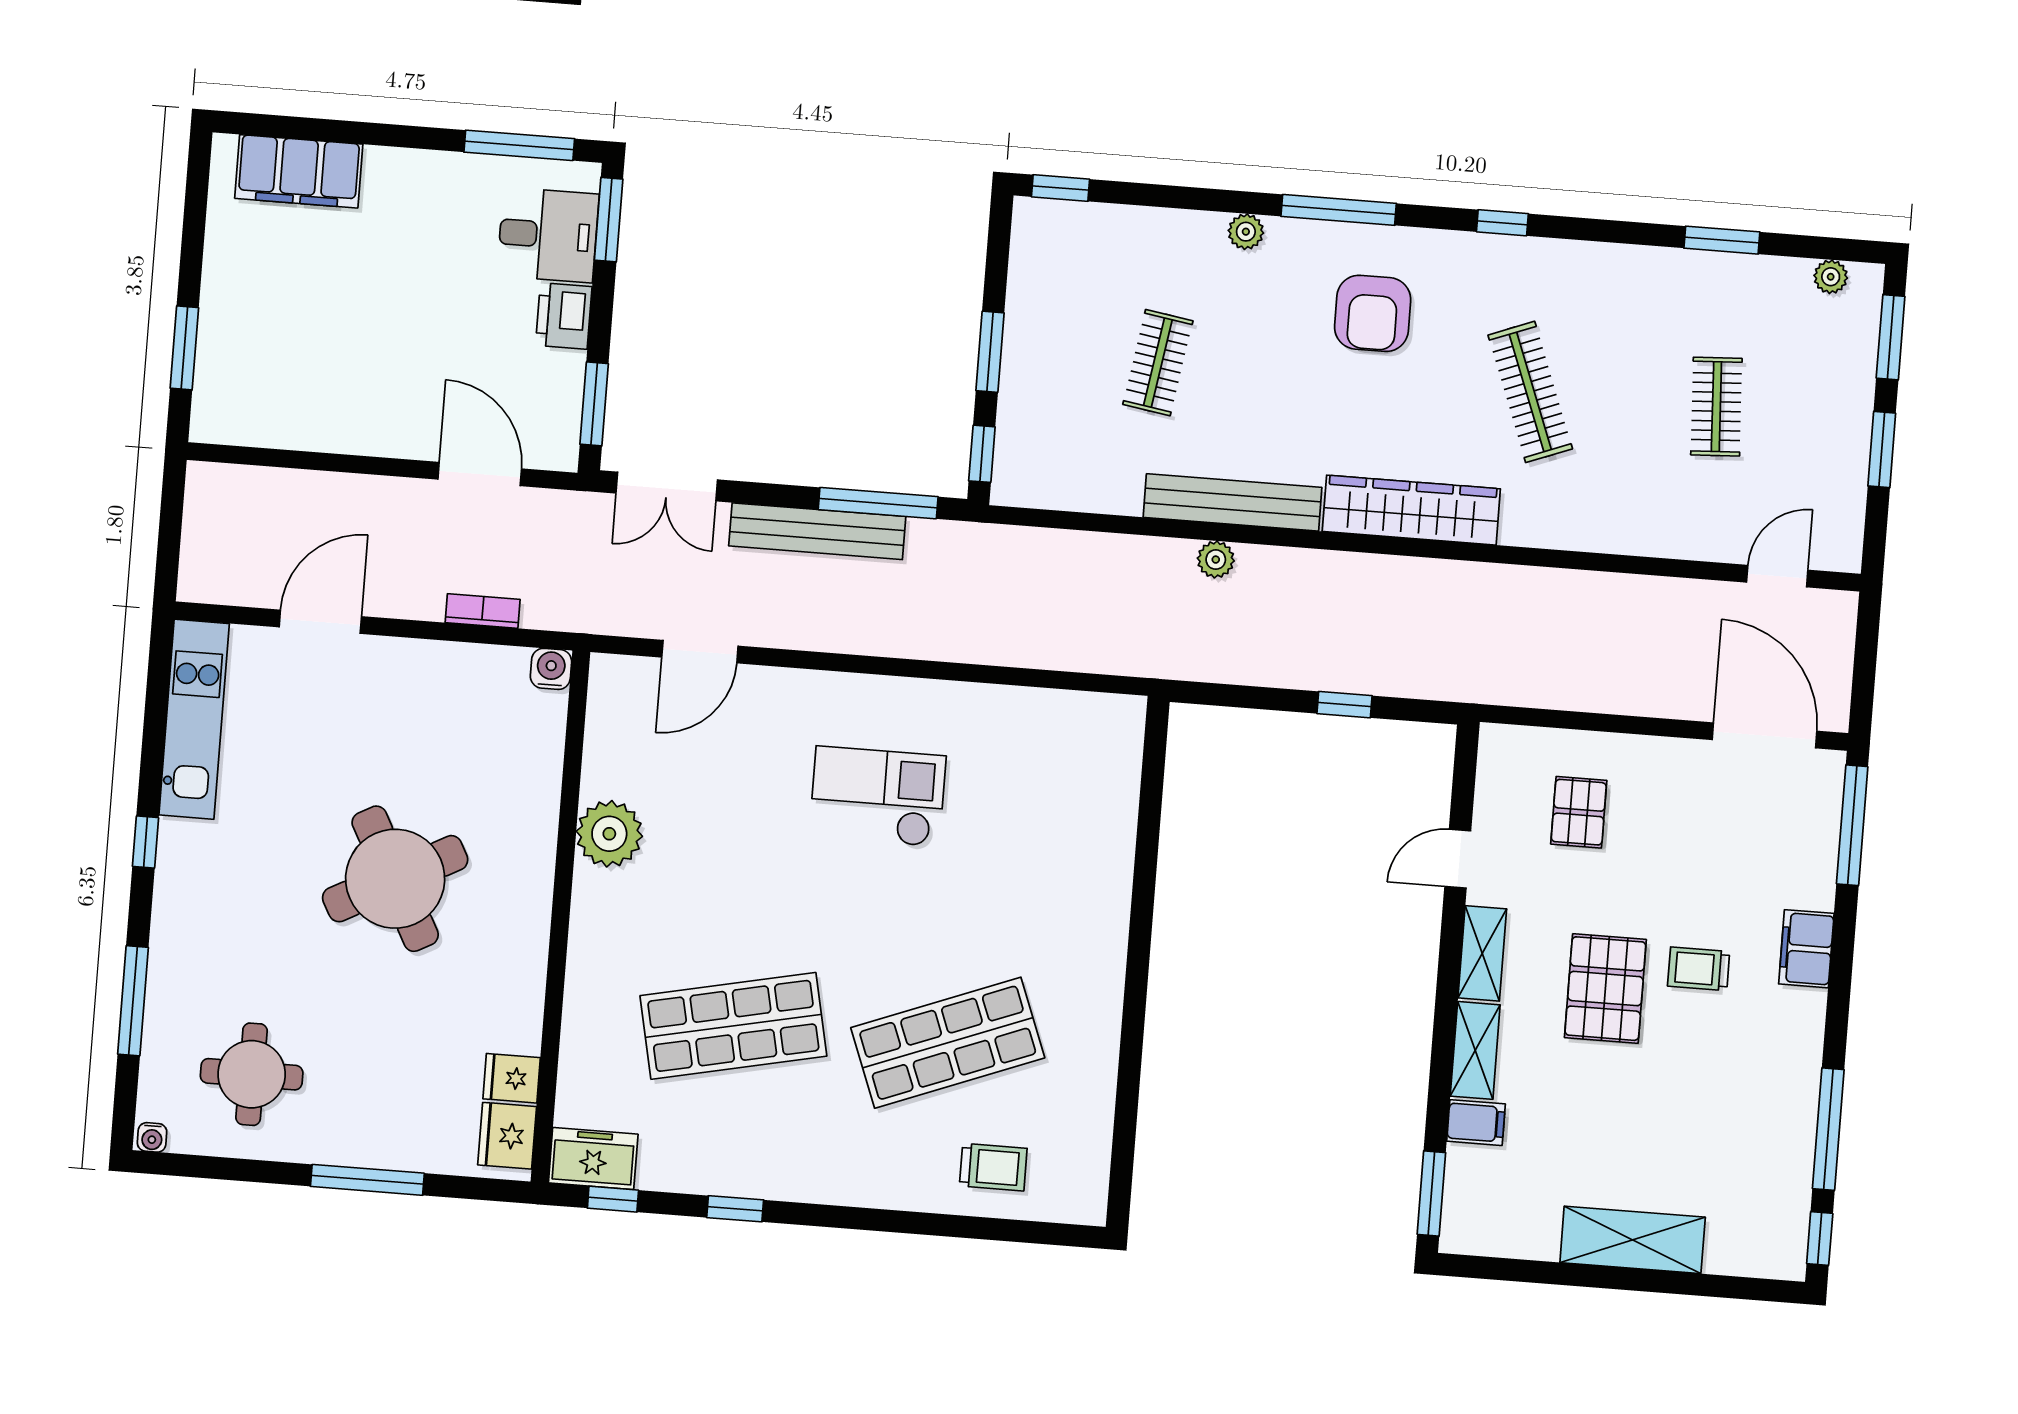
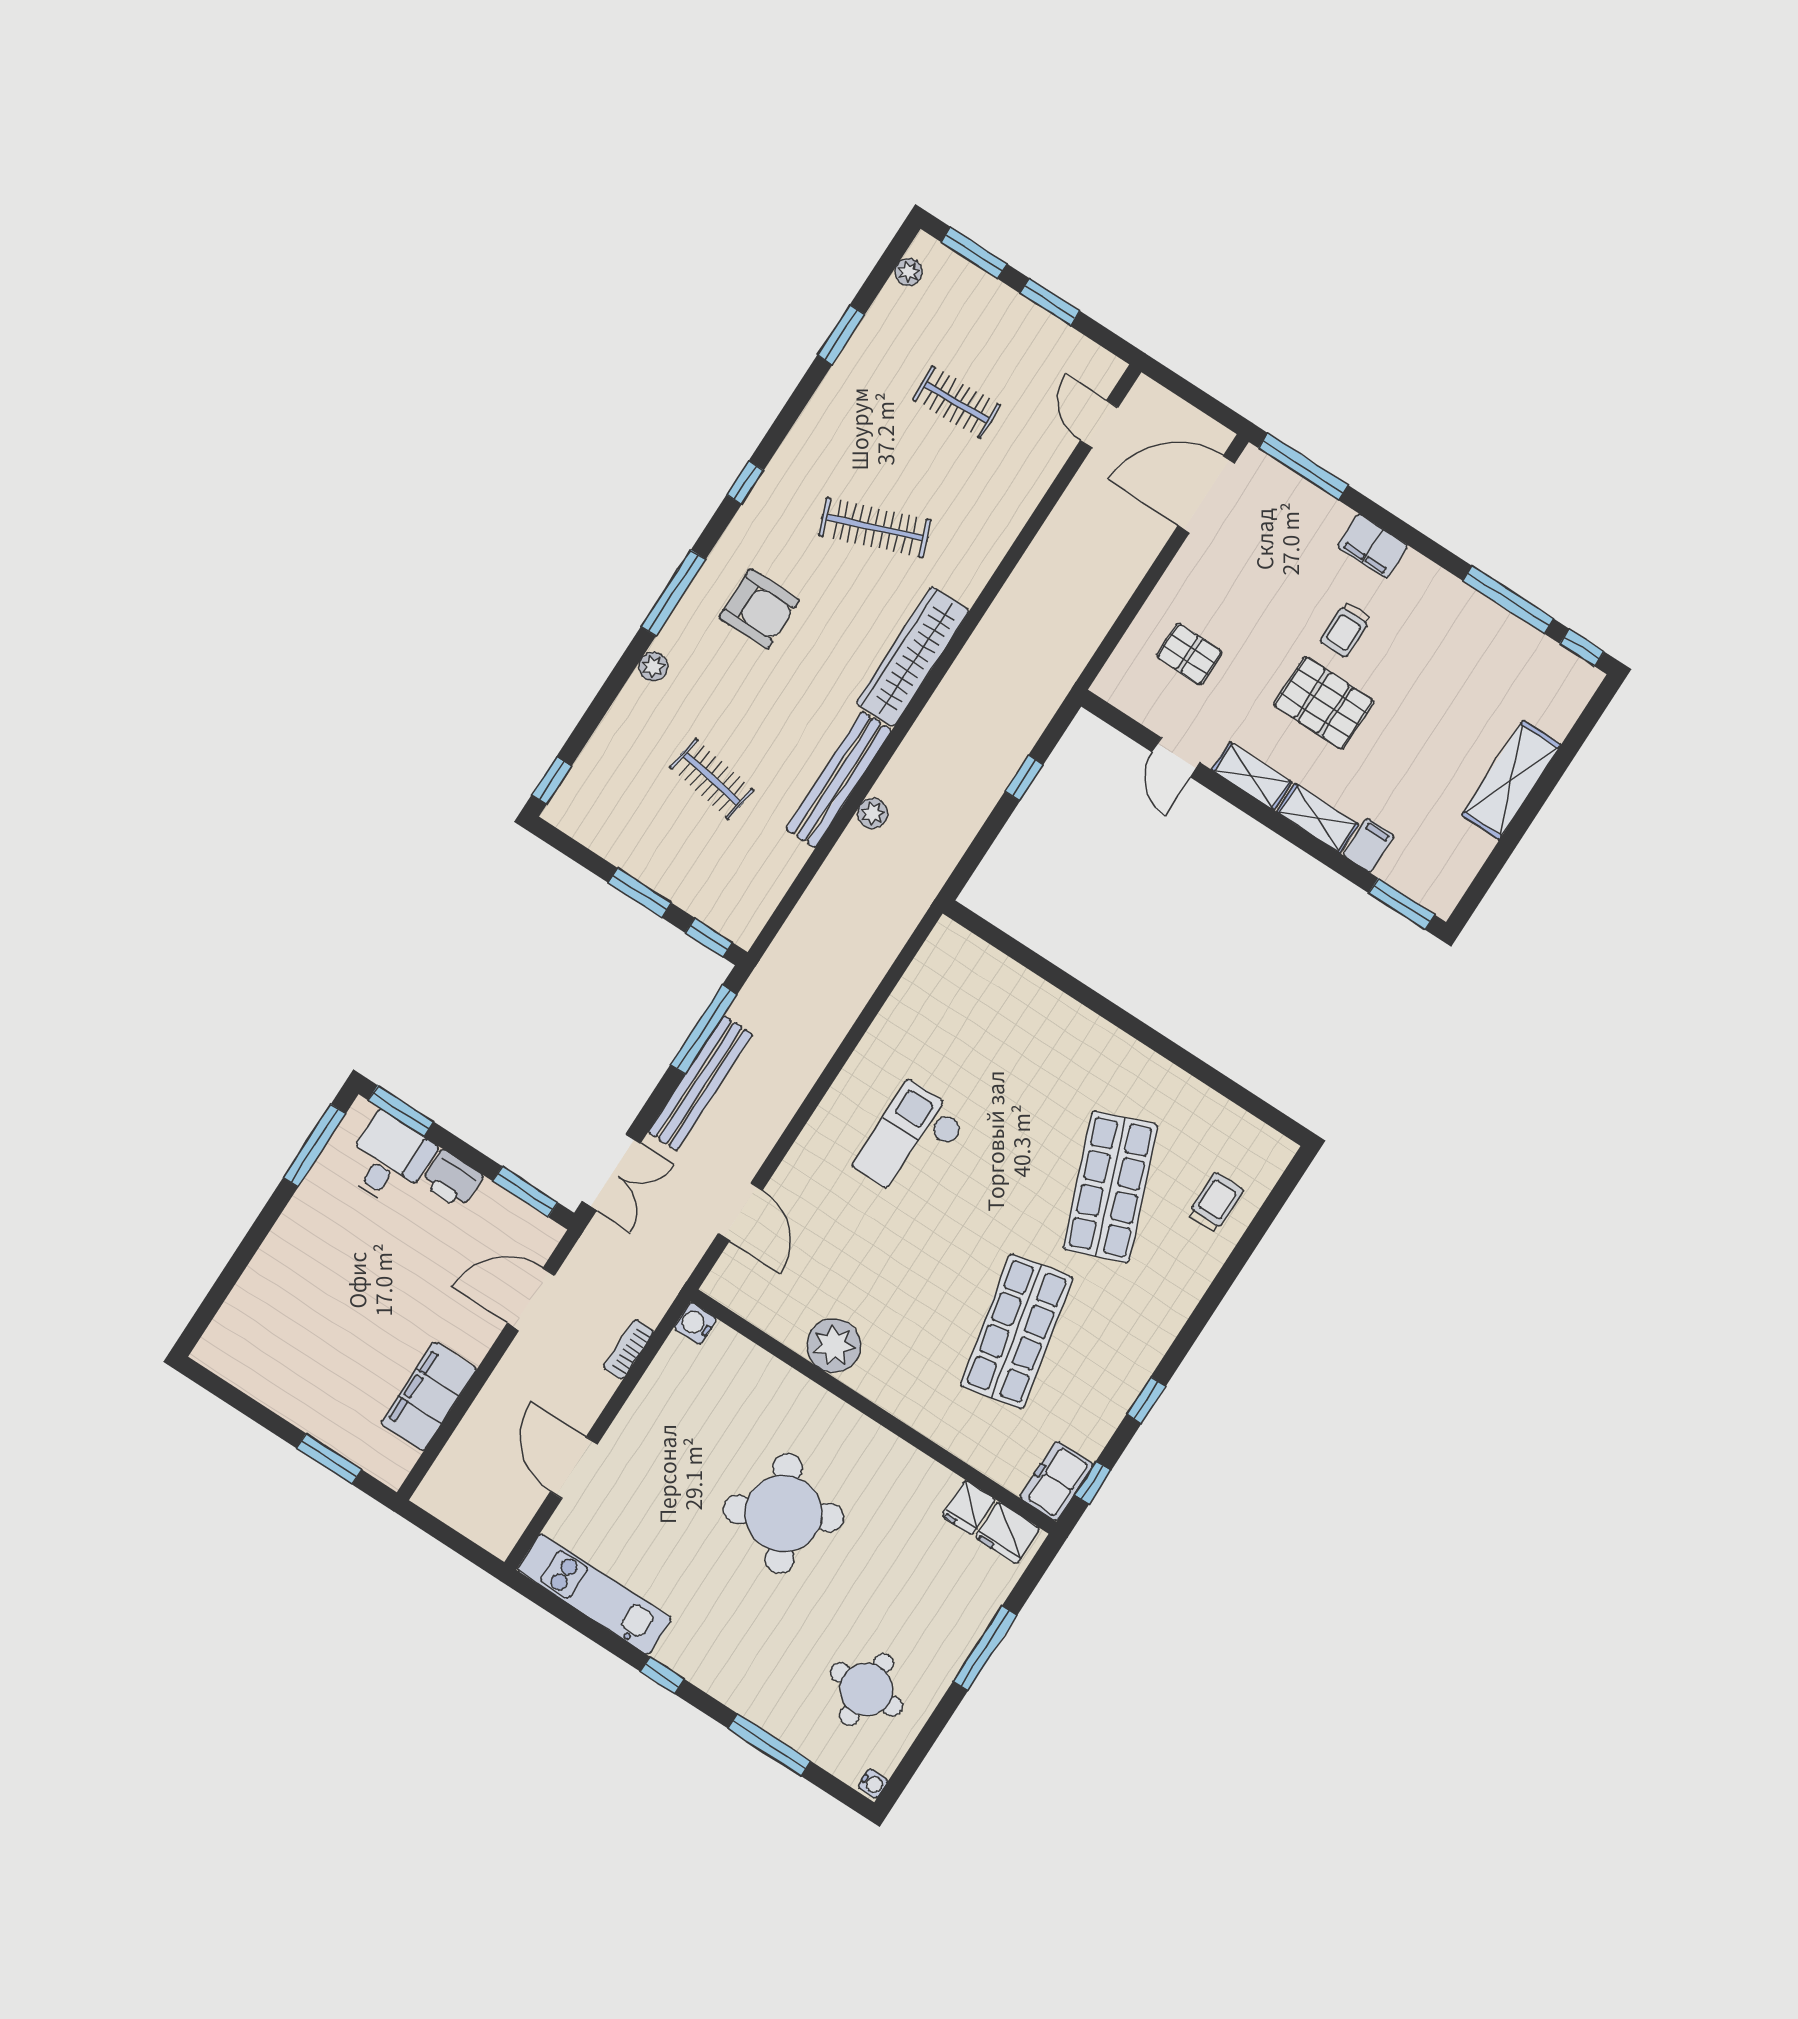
filing cabinet: (299, 171) -> (429, 1396), moved, turned 180

